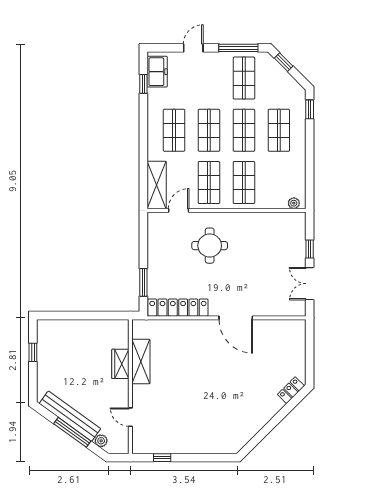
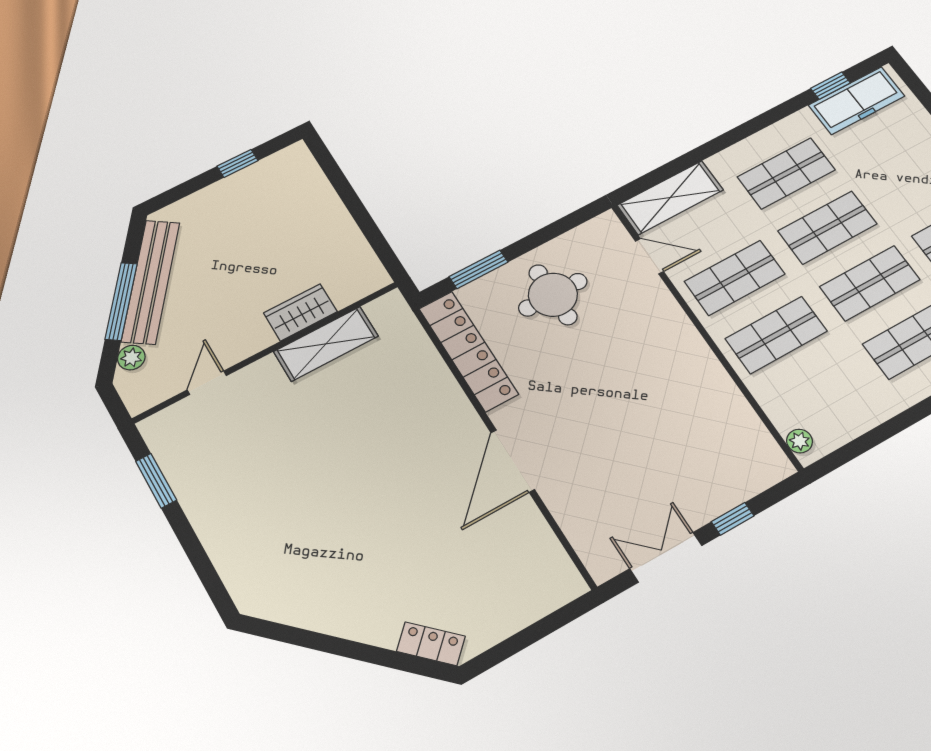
freezer: (157, 72) -> (857, 101), width x1.40
round table: (210, 246) -> (553, 295), moved
window: (162, 458) -> (156, 481), width x1.50

